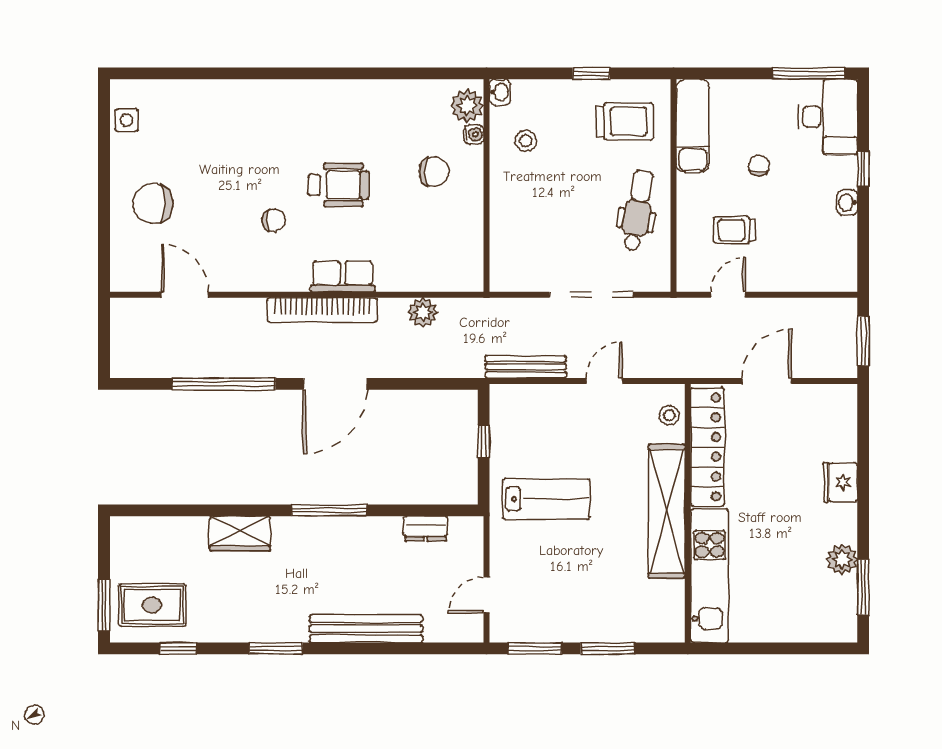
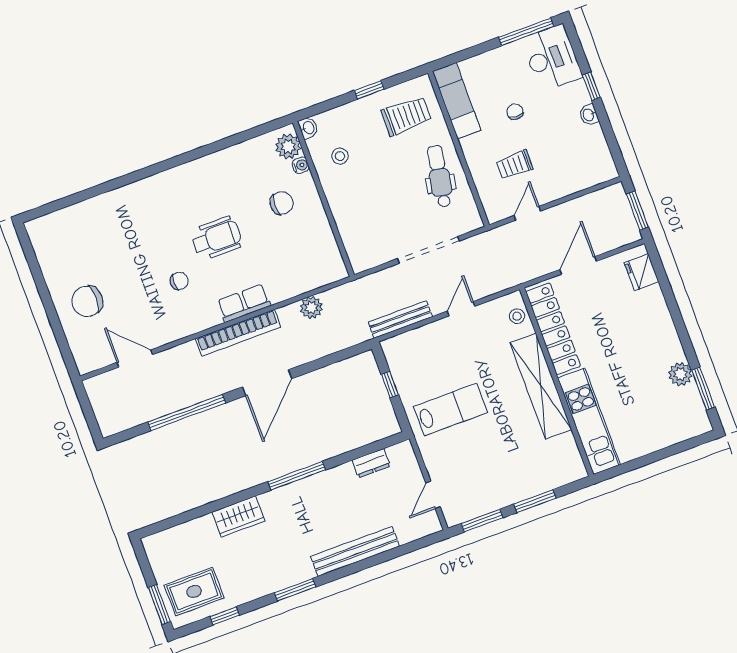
side table: (127, 120) -> (46, 248), removed
fridge: (841, 482) -> (641, 272), moved

